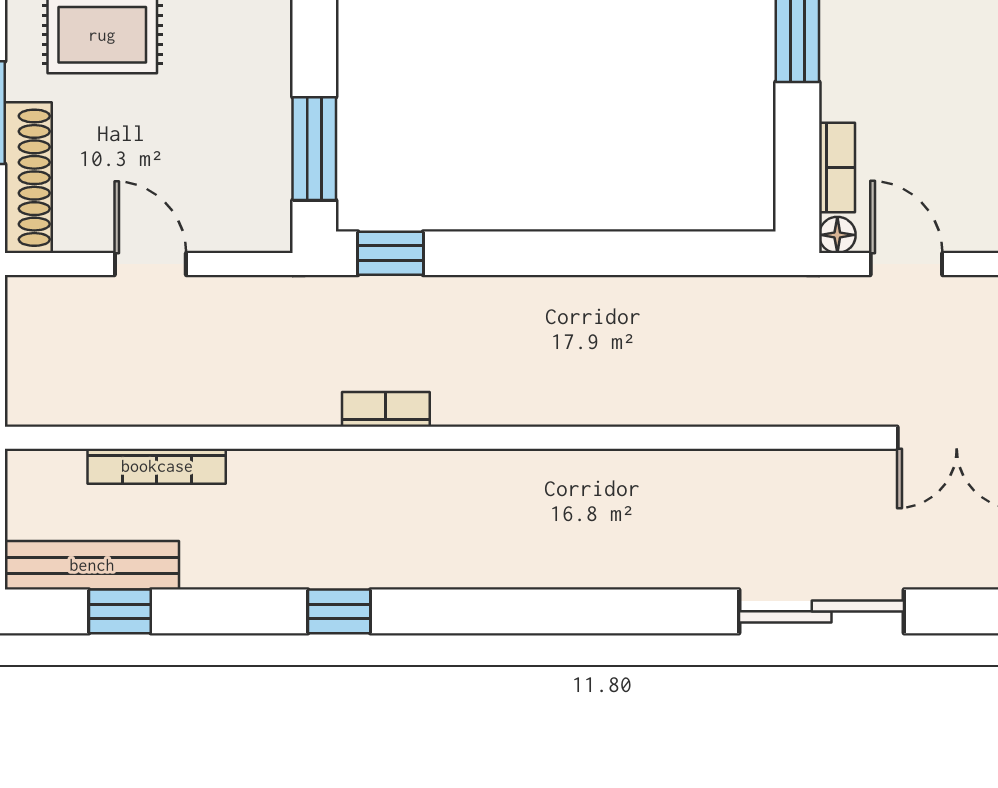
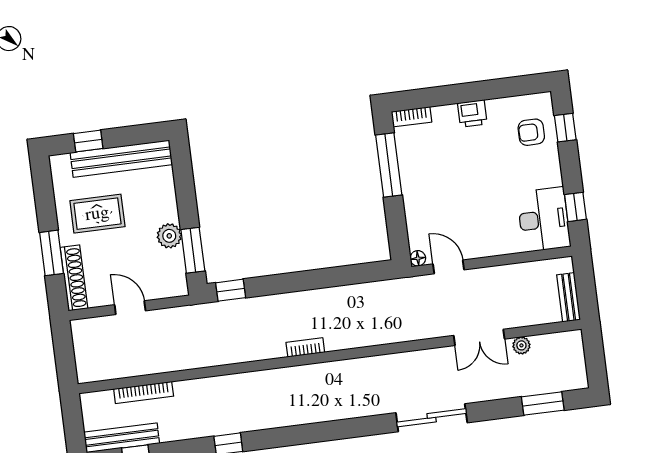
plant: (263, 108) -> (169, 236), added
bookcase: (837, 168) -> (414, 230), removed
bookcase: (386, 409) -> (305, 347), moved

